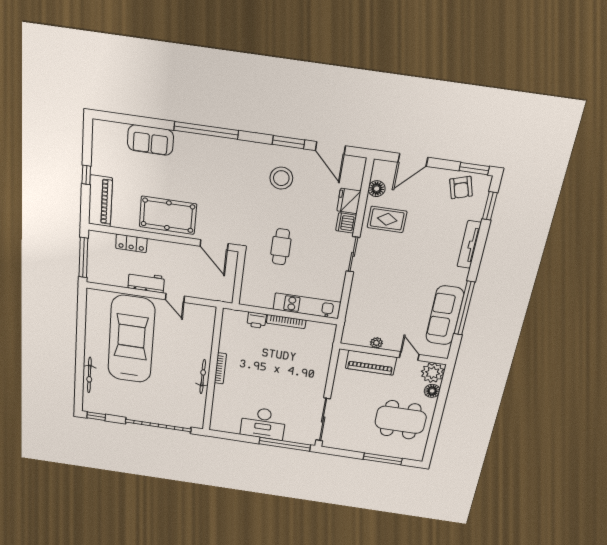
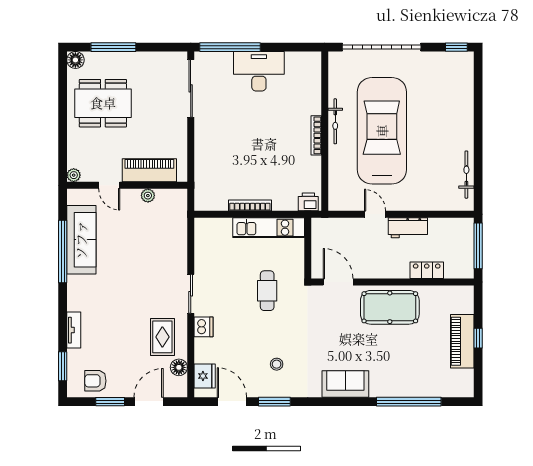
window: (206, 130) -> (409, 402), moved
sofa: (150, 140) -> (345, 384), moved
window: (474, 169) -> (110, 402), moved
stool: (281, 178) -> (277, 364), width x0.53, depth x0.53
armchair: (461, 188) -> (95, 381), turned -73
piano: (100, 201) -> (462, 341), moved
fridge: (349, 201) -> (205, 376), moved
rug: (387, 219) -> (162, 337), turned 90
tv unit: (469, 245) -> (74, 330), width x0.71
kitchen unit: (307, 306) -> (269, 228), moved
printer: (257, 320) -> (308, 202), moved
car: (131, 339) -> (382, 131), moved, turned 180
plant: (433, 373) -> (74, 175), width x0.53, depth x0.53
bicycle: (89, 375) -> (466, 175), moved
floor lamp: (432, 391) -> (75, 60), moved

